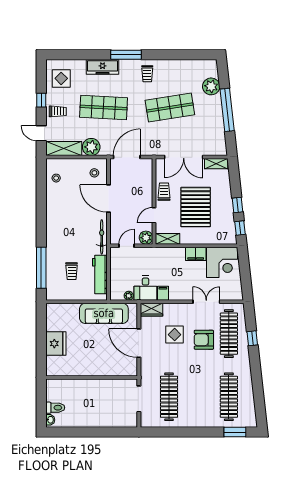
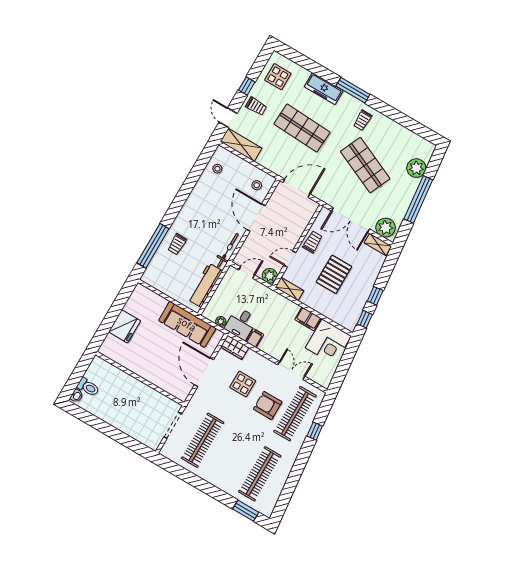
shop shelf: (170, 108) -> (365, 165), turned 33
plant: (91, 147) -> (386, 228), moved
pallet: (196, 207) -> (334, 274), width x0.73, depth x0.71
trolley: (72, 271) -> (177, 244), moved

